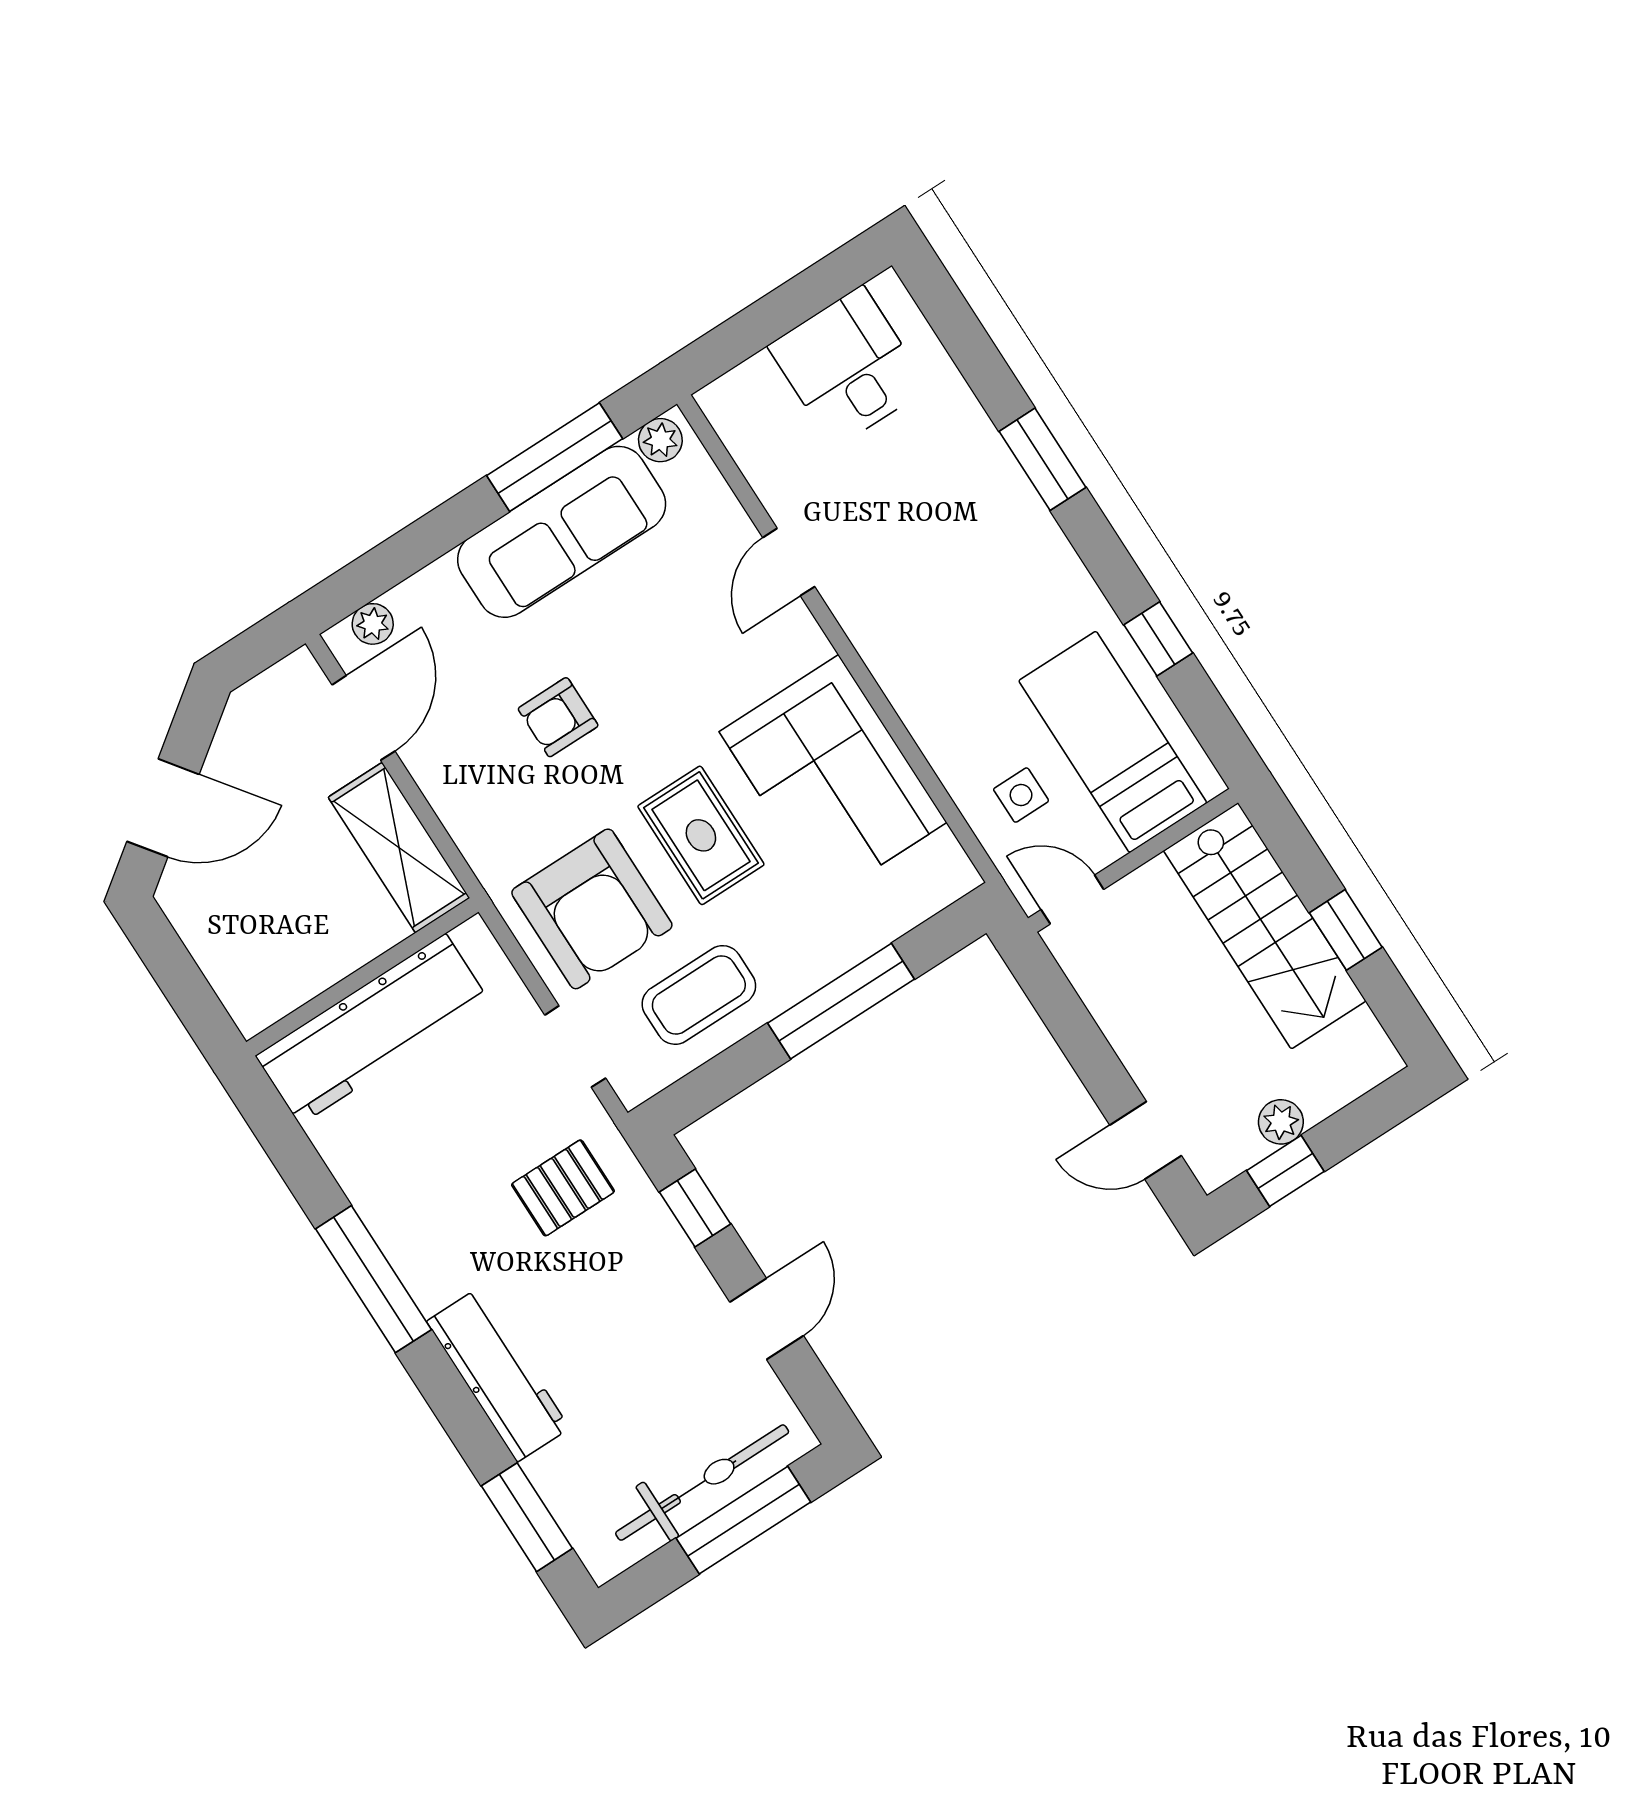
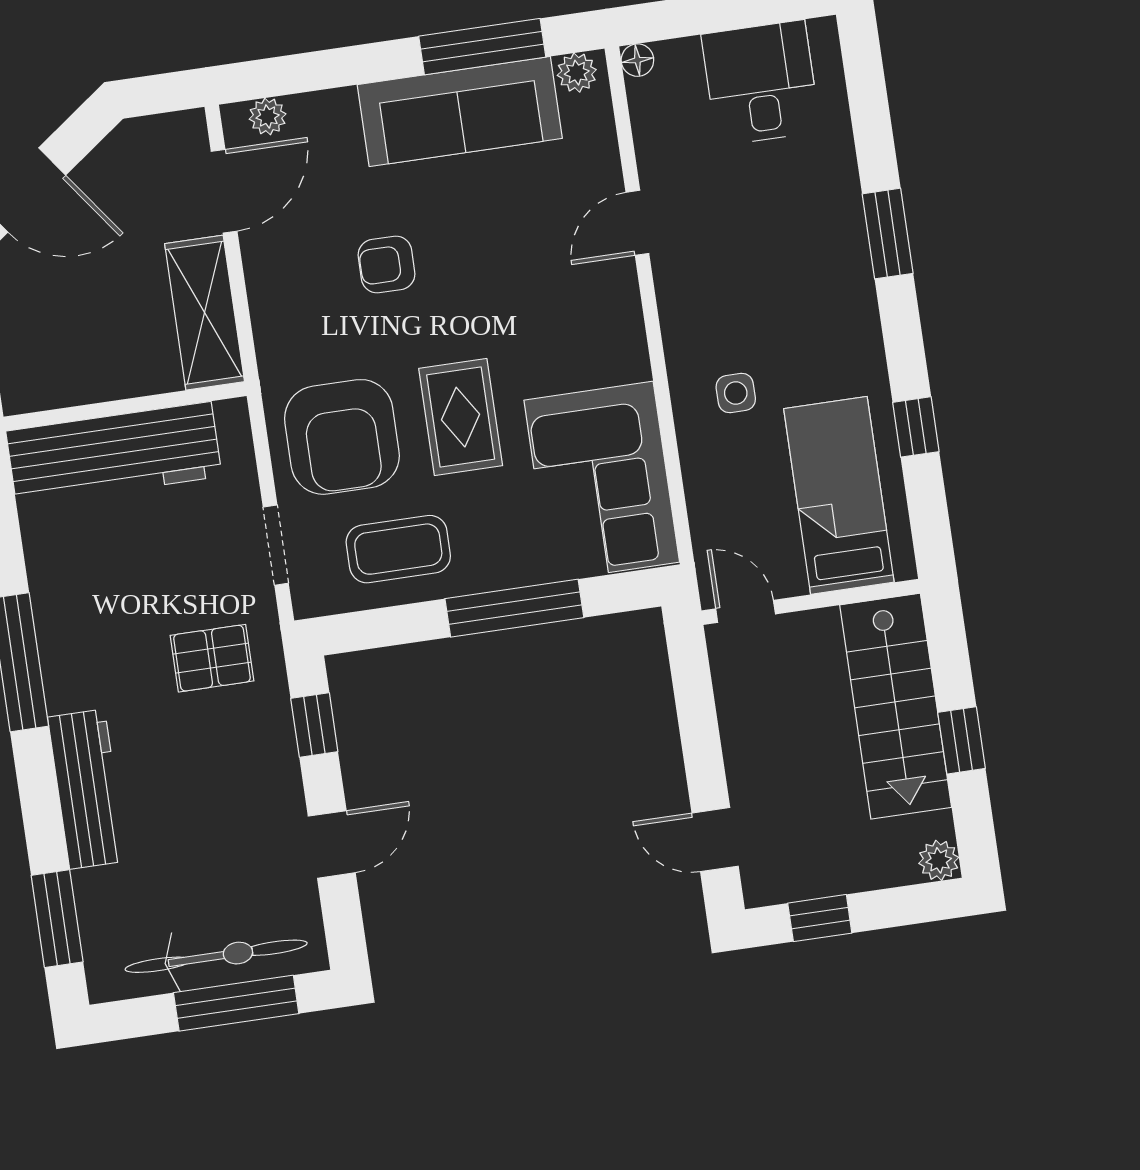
floor lamp: (715, 400) -> (637, 60), added
corner sofa: (833, 777) -> (602, 481), moved
side table: (1021, 795) -> (736, 393), moved
plant: (1281, 1122) -> (939, 860), moved

